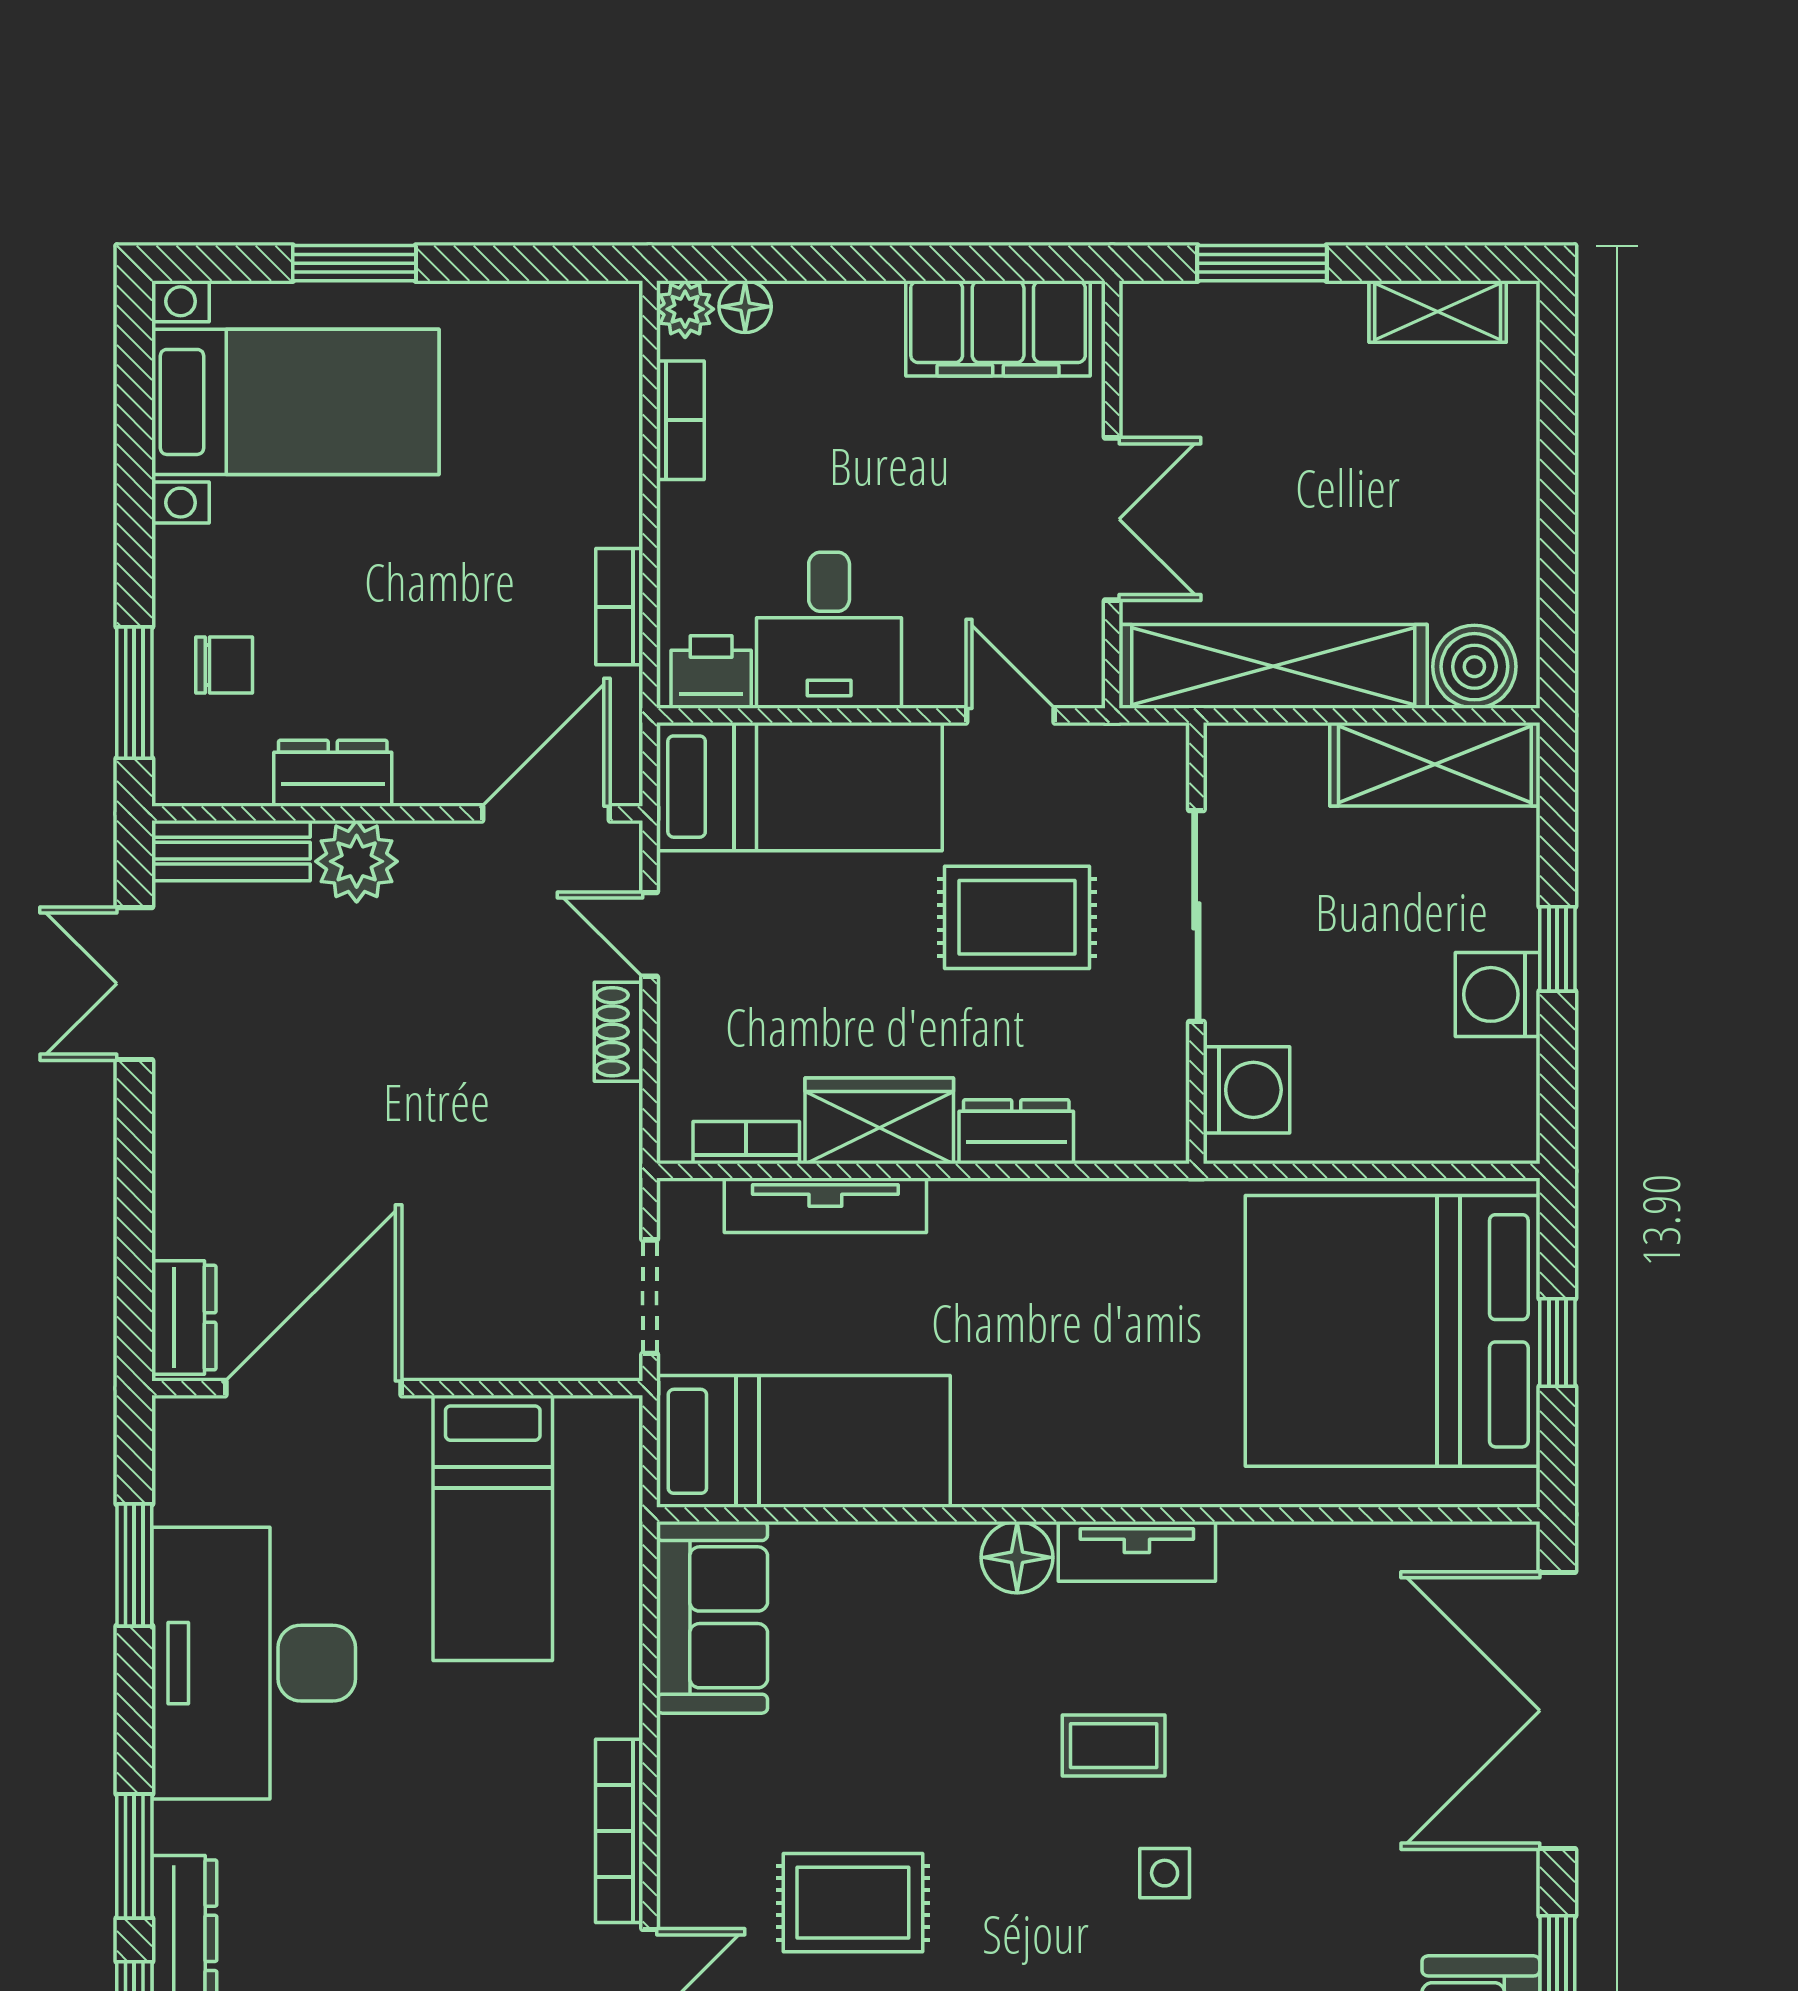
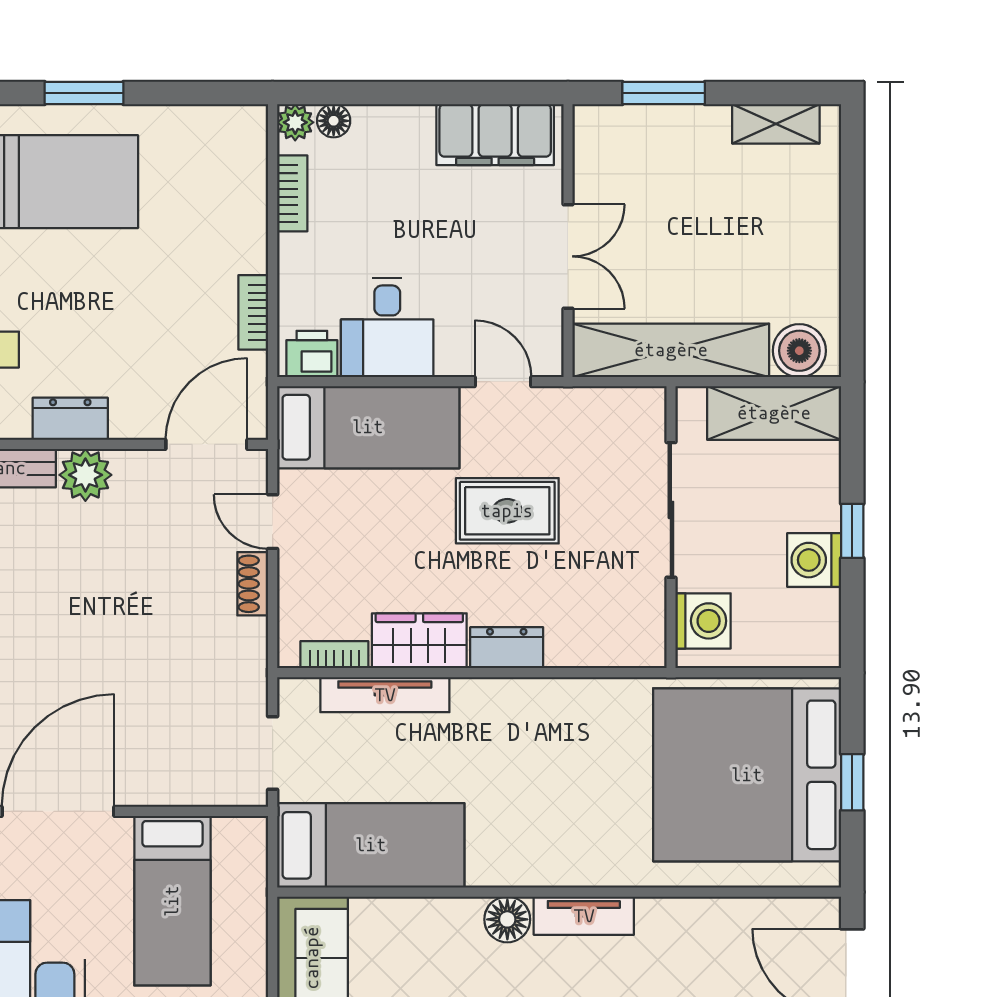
sliding door: (1196, 916) -> (671, 510), moved
wall: (1196, 943) -> (671, 527), moved
washing machine: (1247, 1090) -> (703, 621), moved

